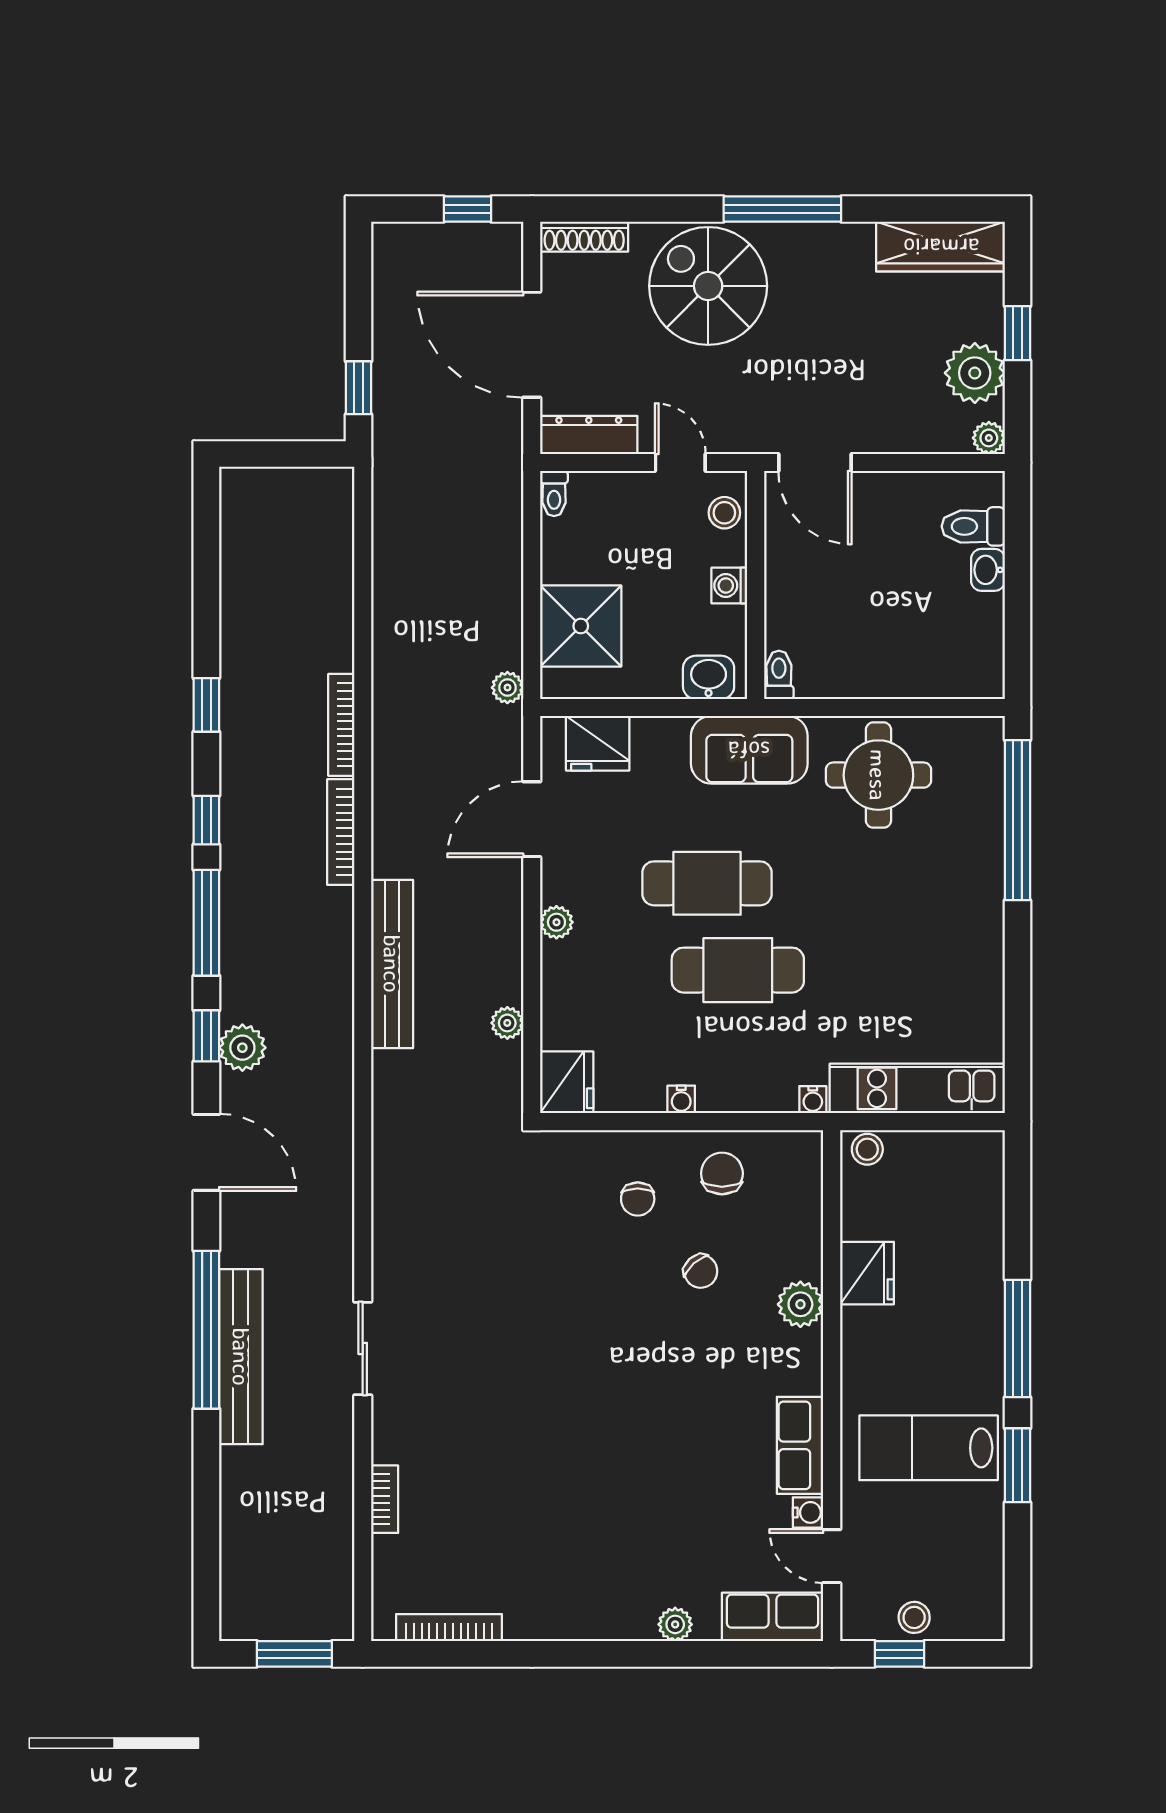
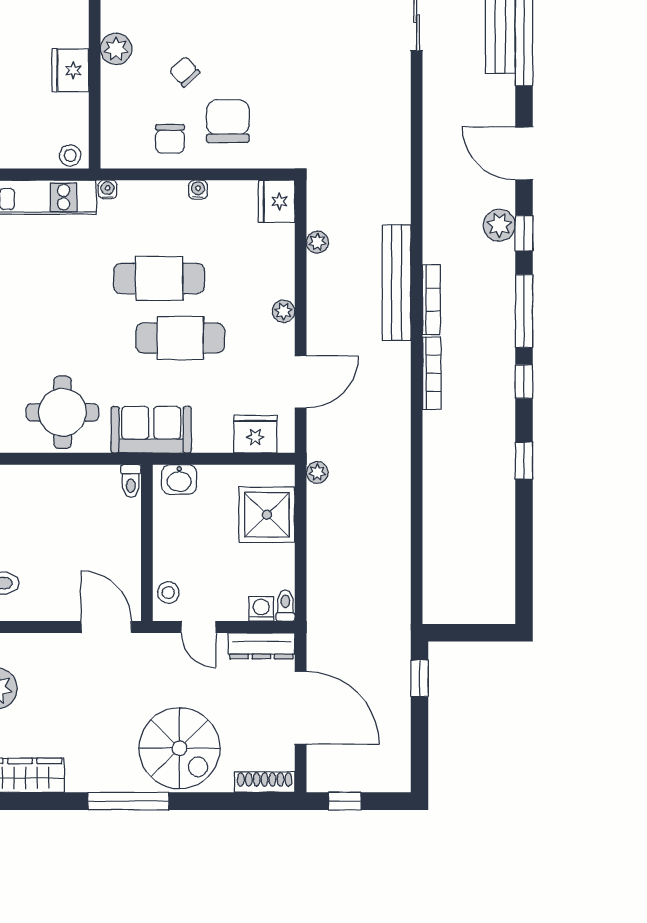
washing machine: (729, 585) -> (261, 609), moved, turned -90
bookcase: (341, 725) -> (431, 300), moved
chair: (638, 1199) -> (228, 121), width x1.87, depth x1.87

